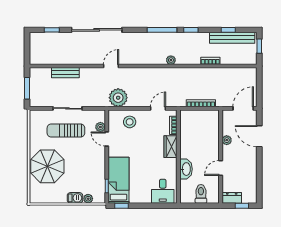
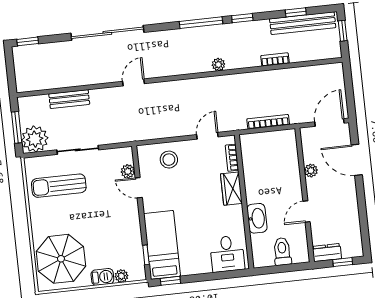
window: (52, 30) -> (28, 41), moved
plant: (118, 98) -> (35, 139), moved
sun lounger: (66, 131) -> (59, 186), moved
parasol: (47, 166) -> (61, 259), moved

